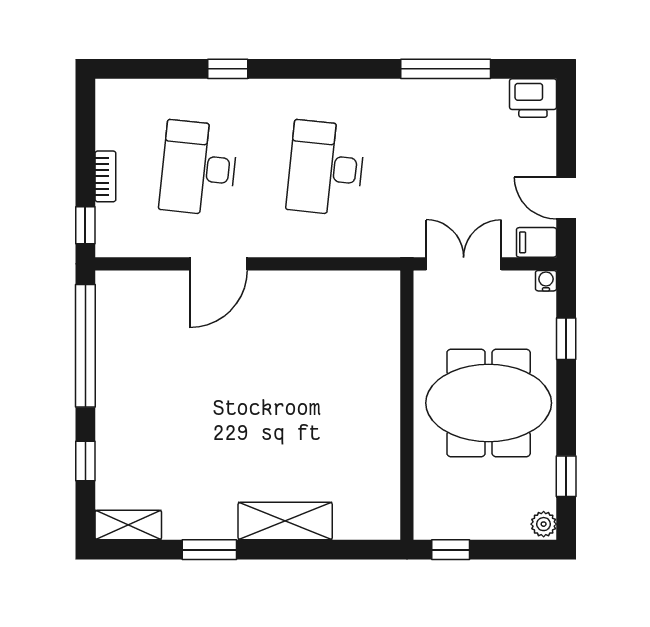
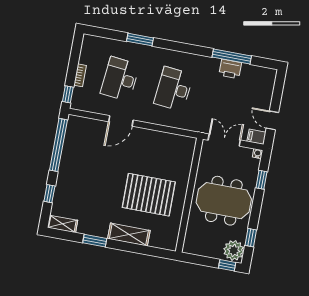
window: (228, 69) -> (140, 40), width x1.50
printer: (533, 98) -> (230, 69), moved
pallet: (314, 421) -> (149, 195), added
plant: (544, 524) -> (234, 250), width x1.87, depth x1.87
window: (451, 550) -> (227, 265), moved

